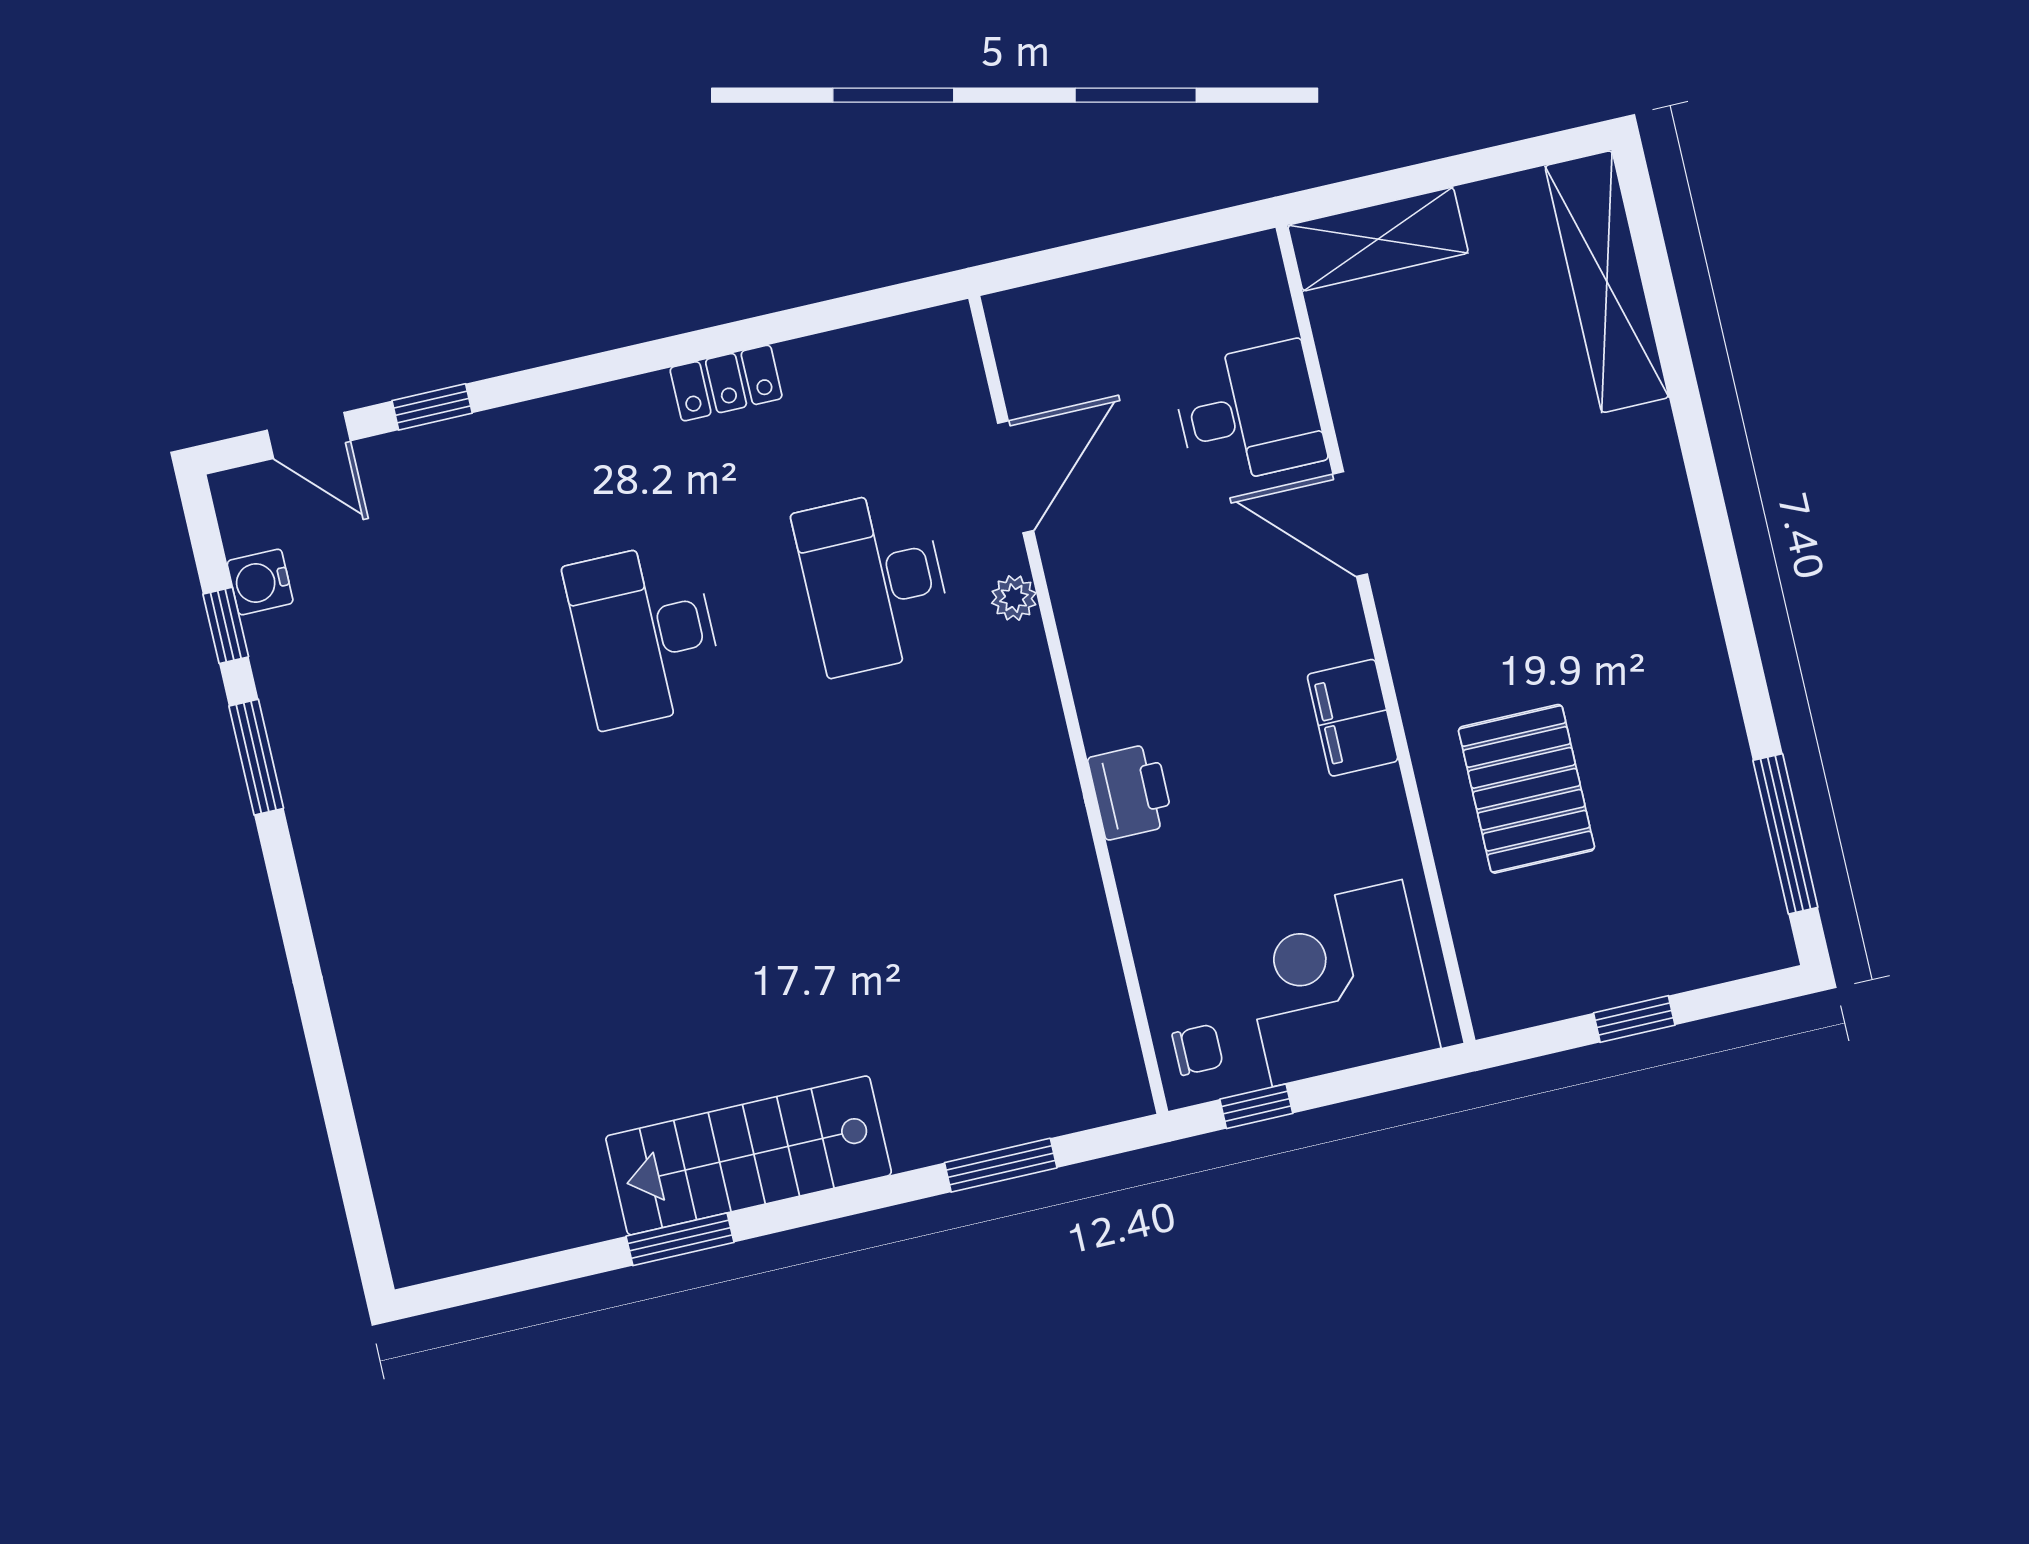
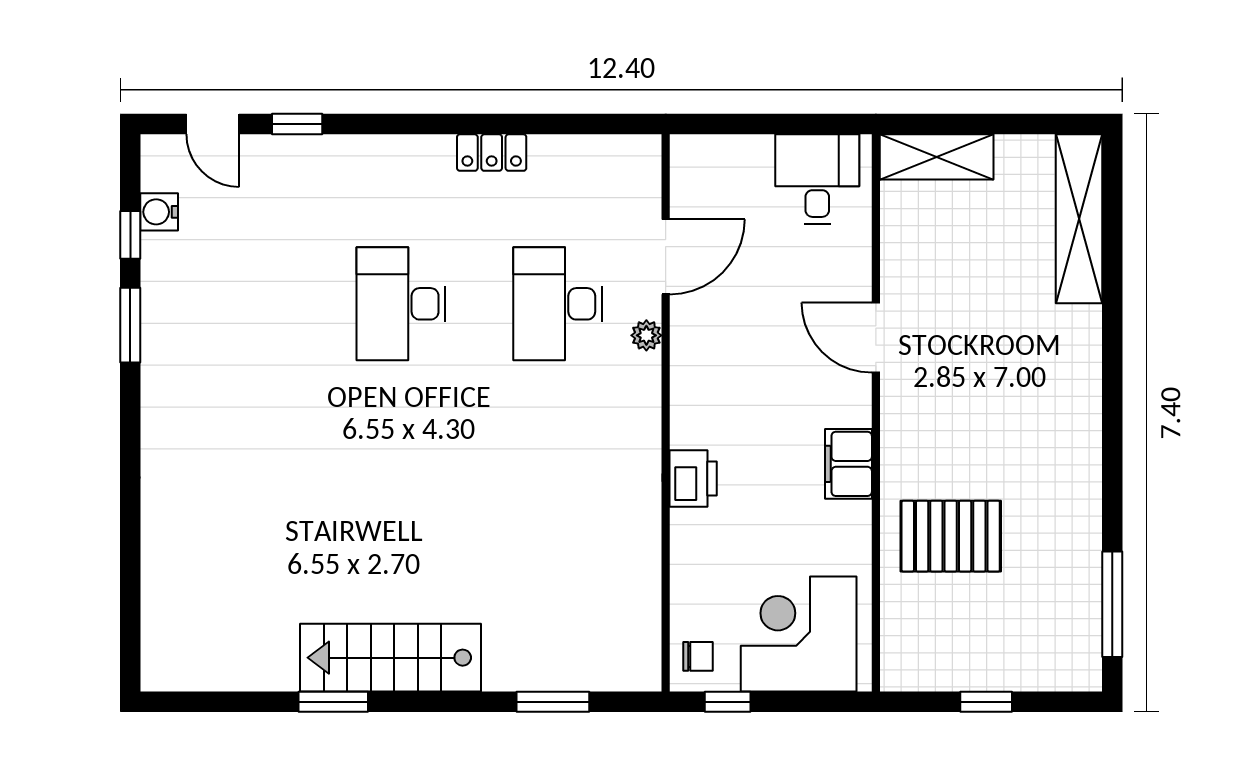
desk: (1249, 413) -> (817, 179), moved, turned -90
pallet: (1527, 789) -> (951, 536), turned 90

